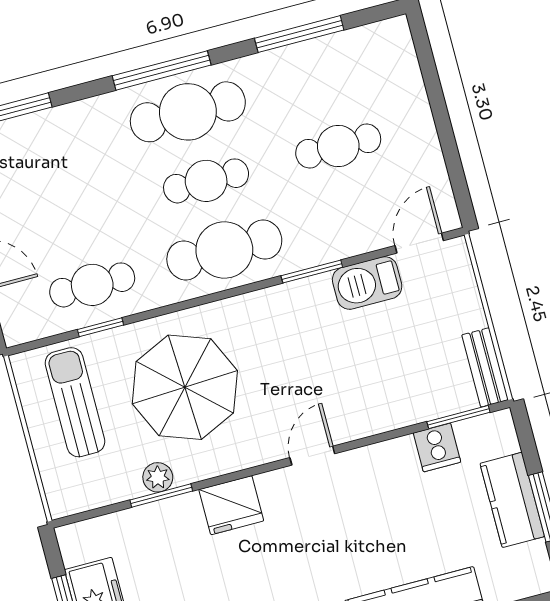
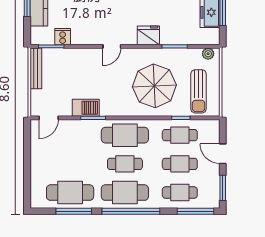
window: (162, 70) -> (131, 211), width x1.46
cafe table: (338, 146) -> (70, 193), moved, width x1.37, depth x1.35
cafe table: (56, 147) -> (180, 193), added
cafe table: (74, 216) -> (180, 164), added
barbecue: (367, 283) -> (86, 108), moved
bench: (485, 367) -> (36, 68), width x1.36
plant: (158, 477) -> (208, 54), moved

